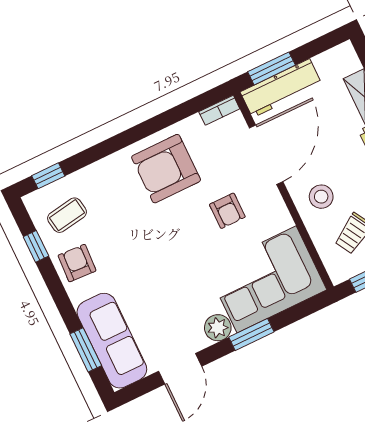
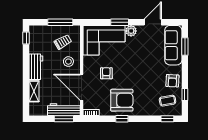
window: (147, 128) -> (122, 119), added
door: (266, 155) -> (82, 87), hinge flipped

